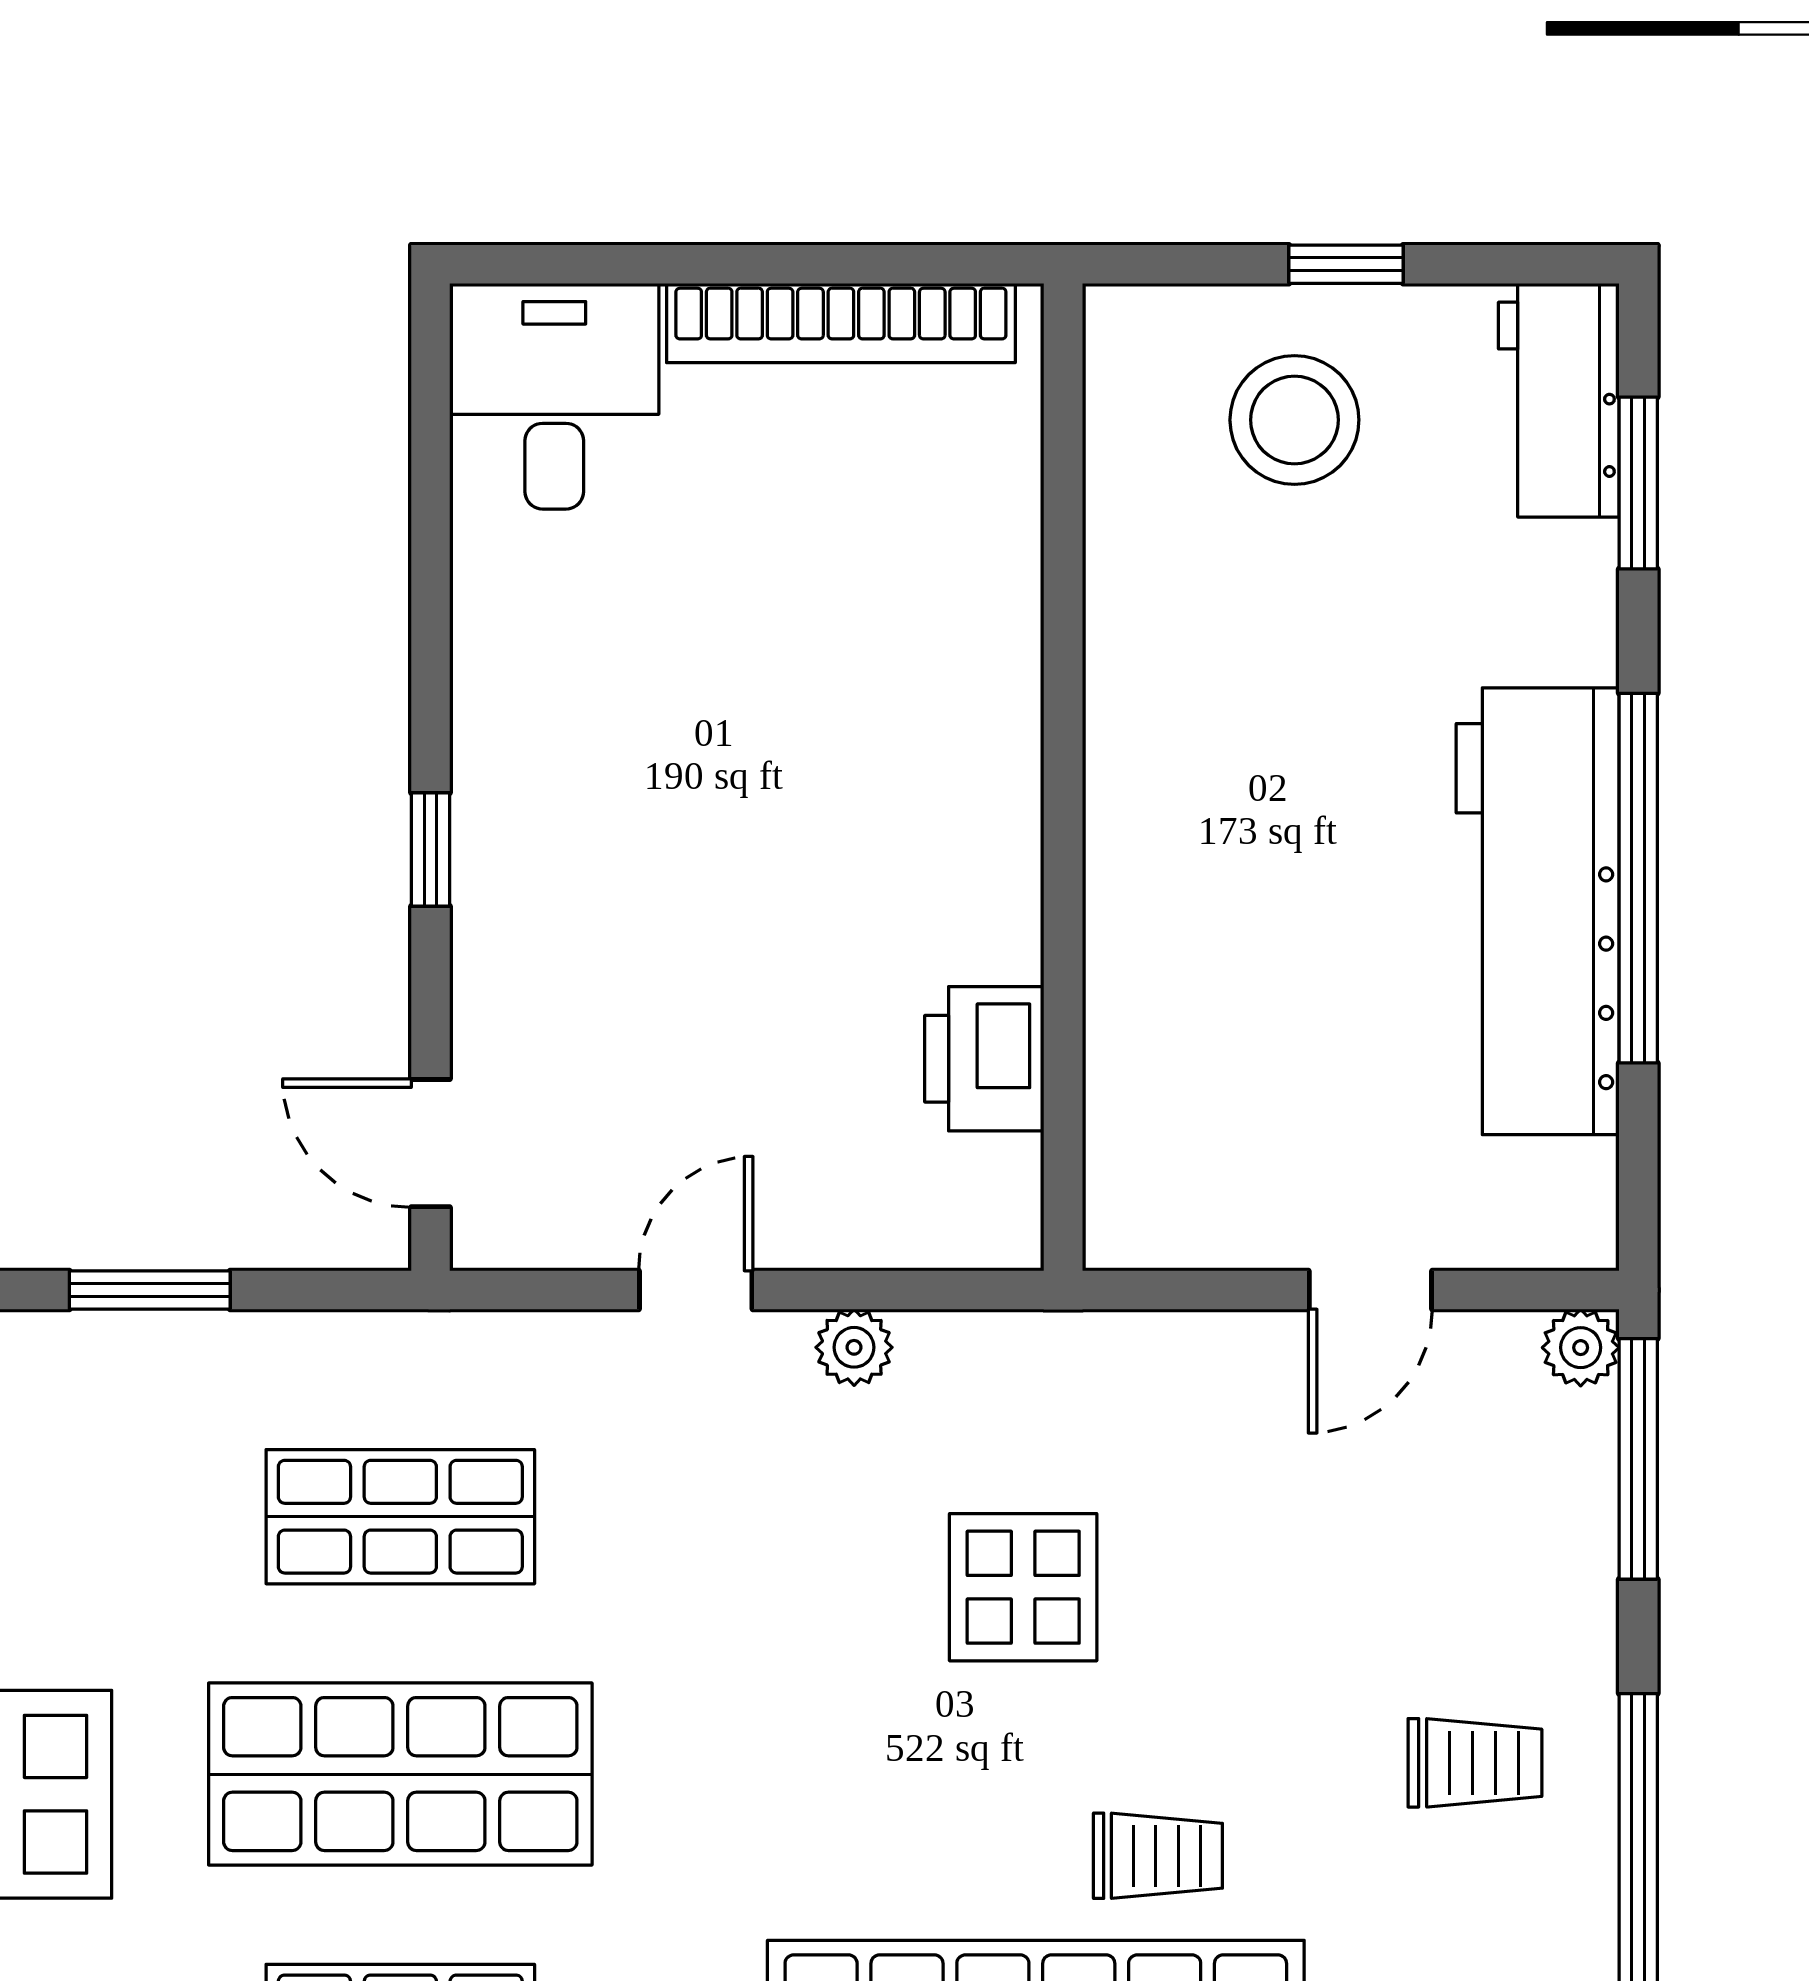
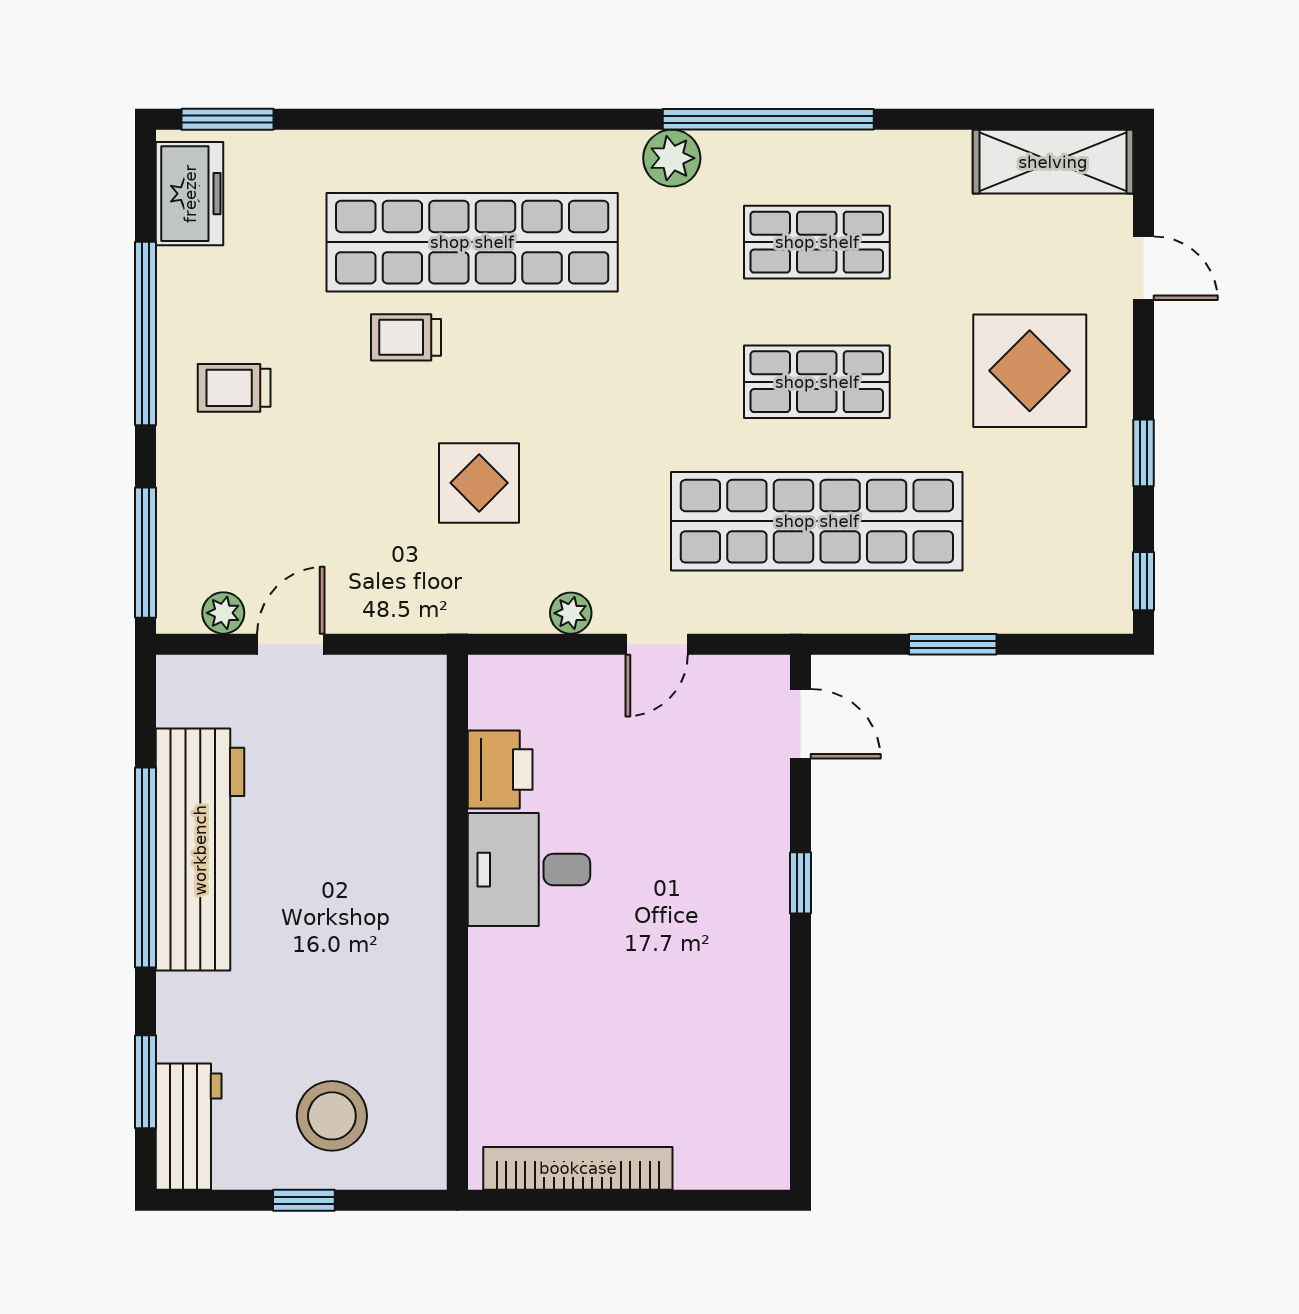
desk: (554, 396) -> (529, 870), moved, turned 90
plant: (1581, 1348) -> (223, 613), moved
shop shelf: (400, 1517) -> (817, 521), width x2.00, depth x1.36
shop shelf: (400, 1774) -> (817, 382), width x0.70, depth x0.74

